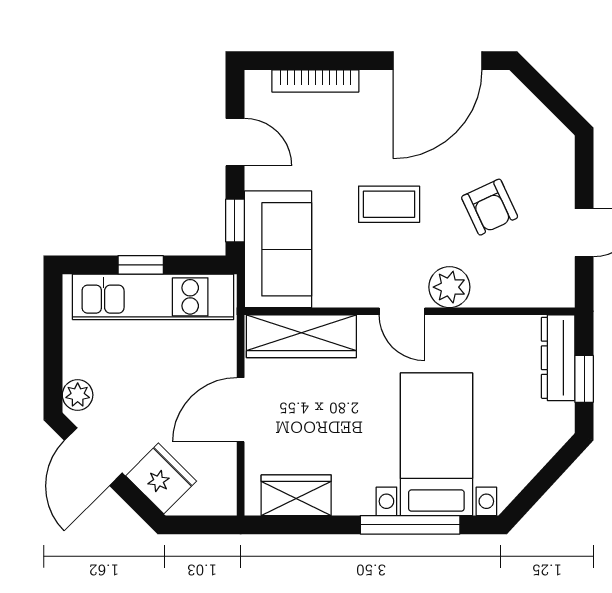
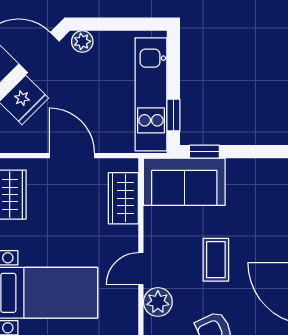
door: (235, 142) -> (259, 152), removed
window: (141, 265) -> (173, 115), moved
wardrobe: (301, 336) -> (123, 198), width x0.67

